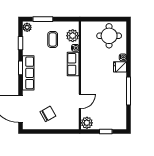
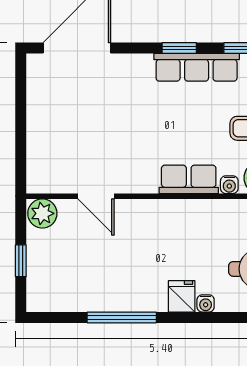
row of seats: (28, 73) -> (197, 67), moved
chair: (48, 114) -> (64, 116), removed

